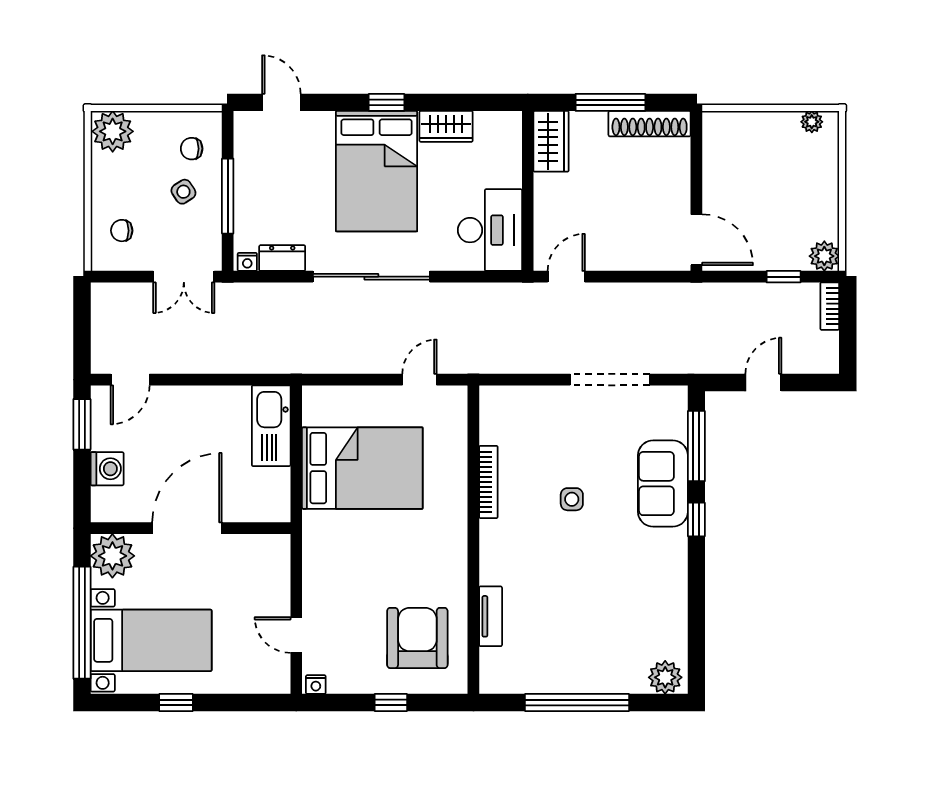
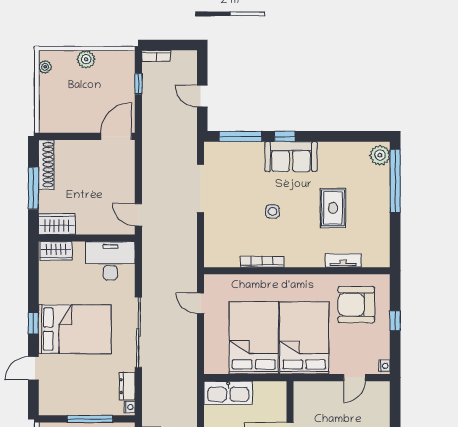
door: (281, 102) -> (33, 368), moved
wardrobe: (446, 126) -> (56, 251), moved, turned 90
plant: (824, 256) -> (86, 59), moved
sofa: (663, 484) -> (291, 157), moved
bed: (362, 552) -> (304, 338), added
rug: (578, 599) -> (333, 208), added
window: (577, 703) -> (395, 181), moved

